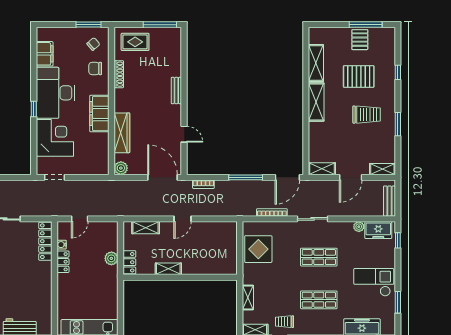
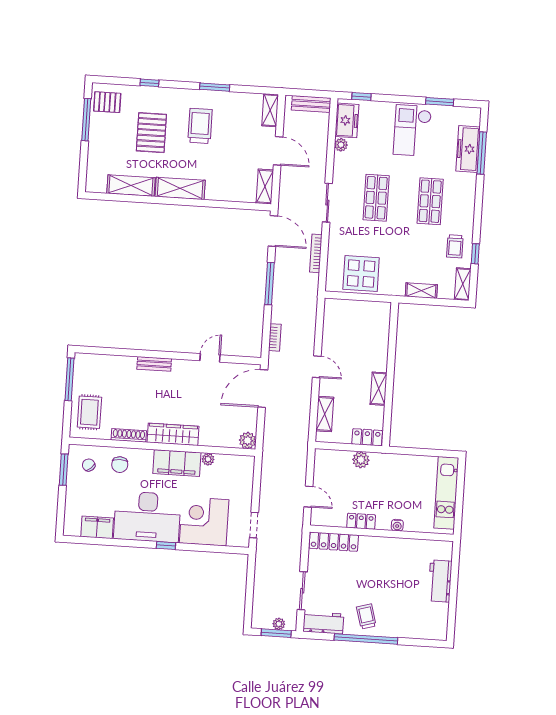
pallet: (360, 40) -> (107, 102), moved
wardrobe: (122, 133) -> (173, 434), moved
plant: (104, 138) -> (208, 459), added
water cooler: (62, 245) -> (397, 525), moved

